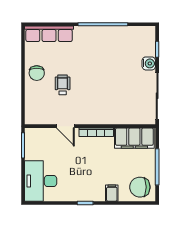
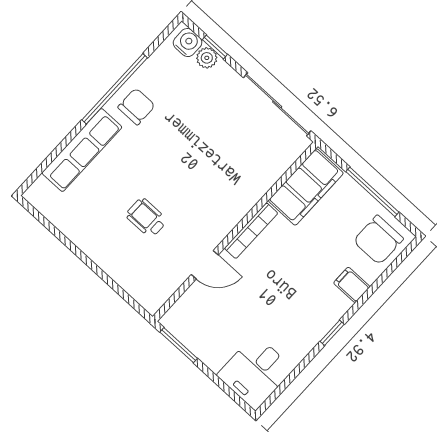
row of seats: (49, 34) -> (82, 150), moved
plant: (150, 50) -> (207, 58), added
water cooler: (149, 63) -> (188, 43), moved
chair: (37, 73) -> (136, 106), moved, turned -90
desk: (41, 181) -> (255, 372), width x0.73

